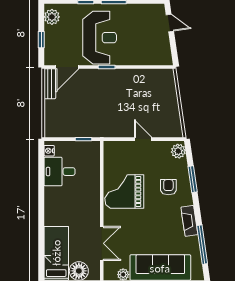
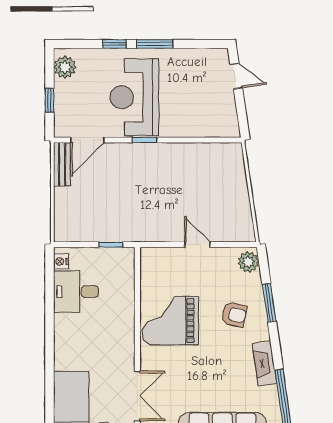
reception desk: (100, 38) -> (134, 97), turned 180
armchair: (168, 187) -> (234, 314), turned 103

